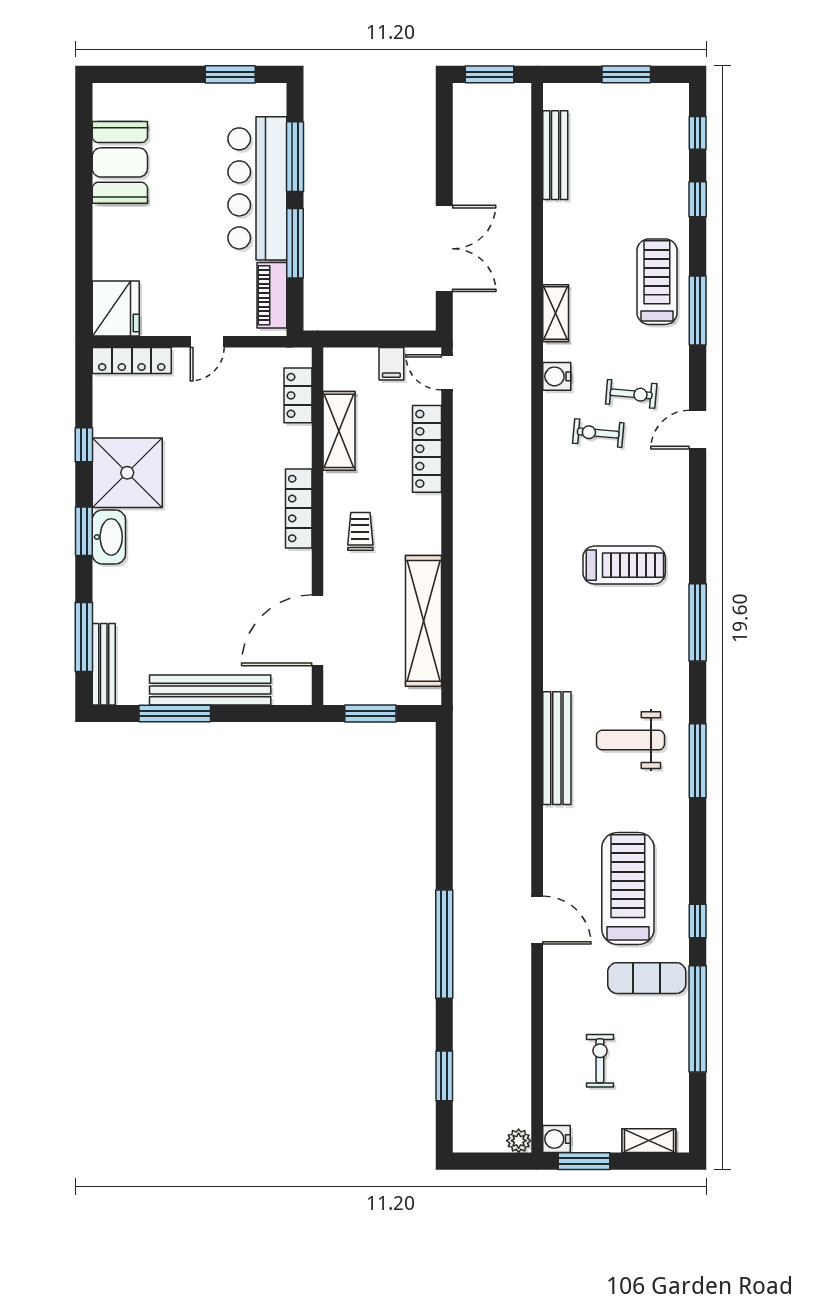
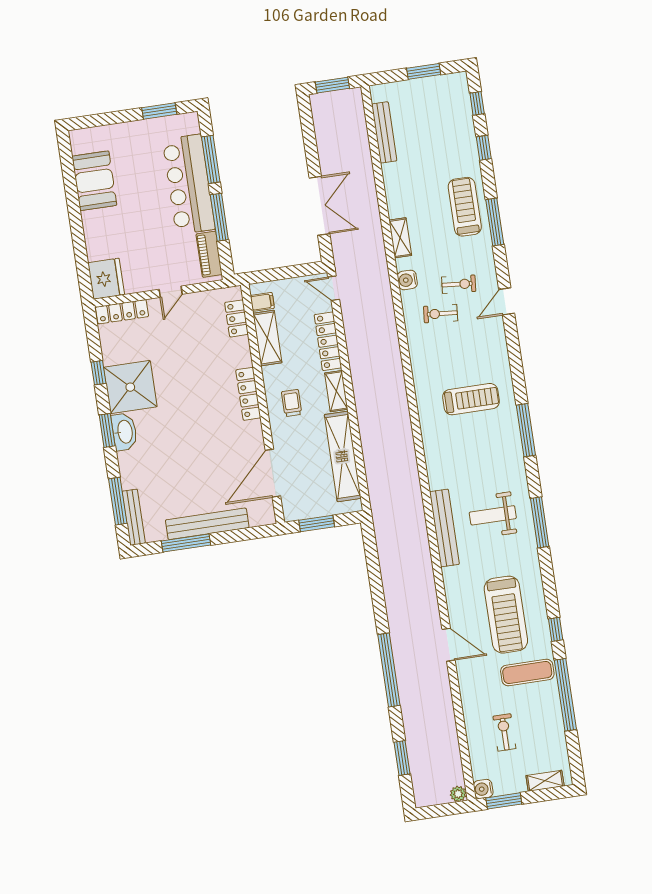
filing cabinet: (391, 364) -> (262, 302), moved, turned -90
shelving: (428, 524) -> (336, 391), added
treadmill: (628, 888) -> (506, 615), turned 180

